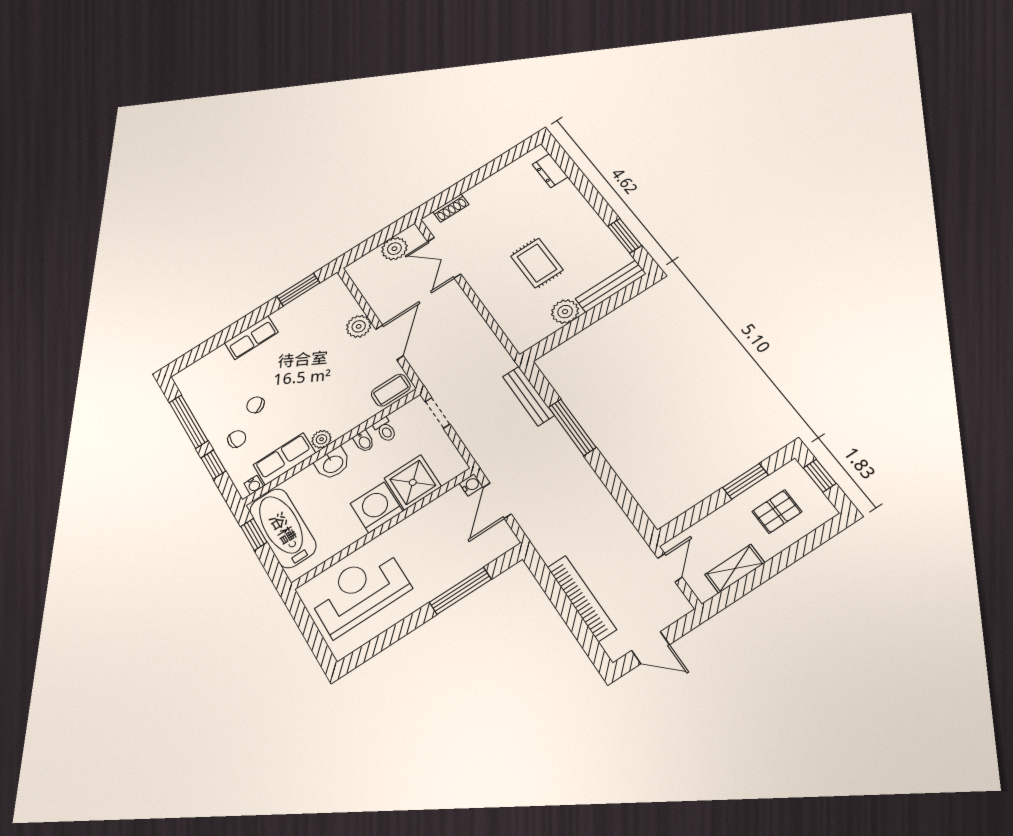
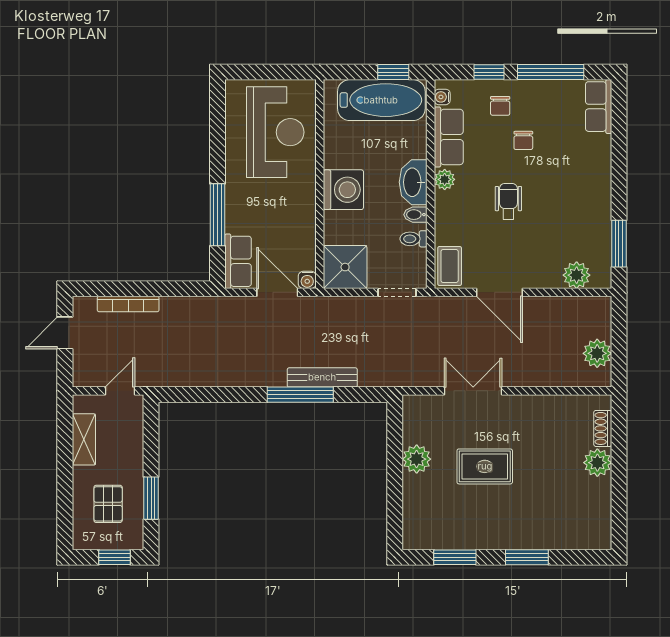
dresser: (550, 171) -> (575, 539), removed
window: (588, 191) -> (527, 557), added
plant: (480, 194) -> (597, 463), added
double door: (444, 258) -> (473, 391), moved
bench: (611, 286) -> (413, 513), removed
plant: (359, 326) -> (577, 275), moved
row of seats: (251, 338) -> (599, 107), moved
wheelchair: (312, 383) -> (508, 201), added
bench: (528, 396) -> (322, 377), moved
chair: (255, 405) -> (523, 140), turned 128
washbasin: (333, 464) -> (413, 182), width x1.38
shower: (413, 482) -> (345, 267), moved
row of seats: (490, 548) -> (238, 261), added
door: (670, 568) -> (120, 391), swing flipped
bookcase: (582, 598) -> (128, 304), width x0.68, depth x0.76

